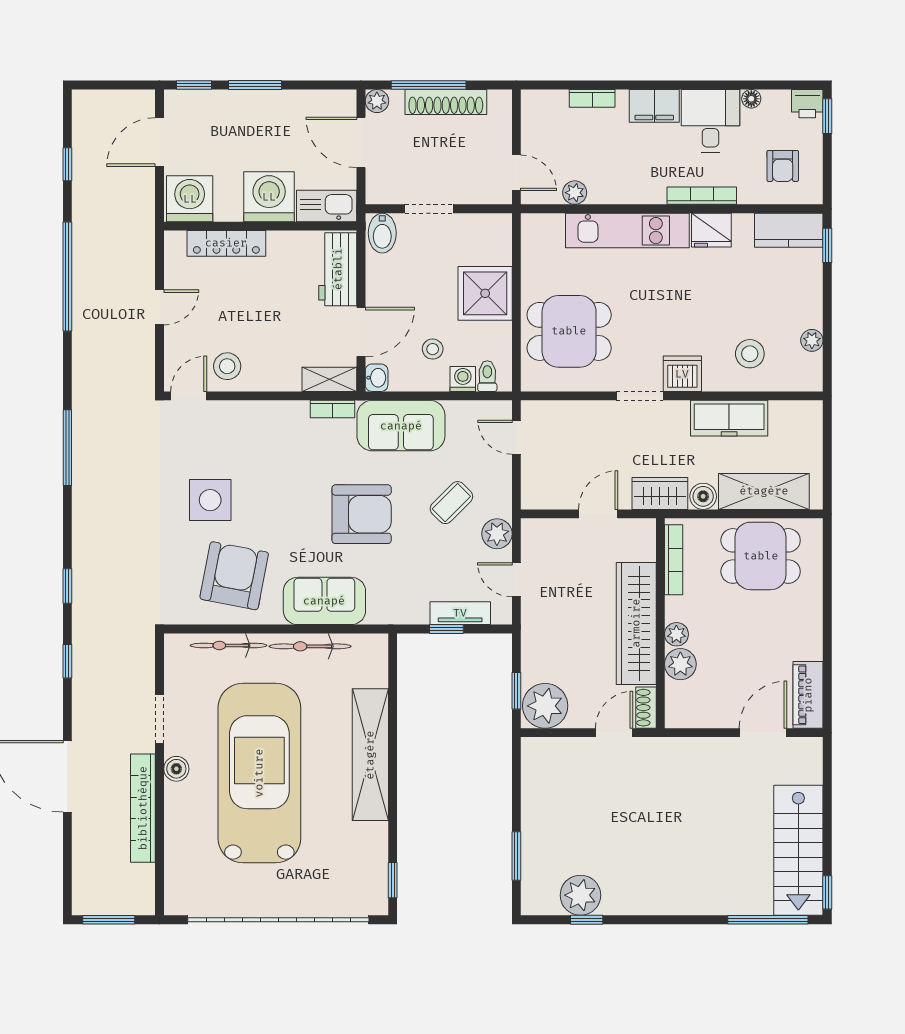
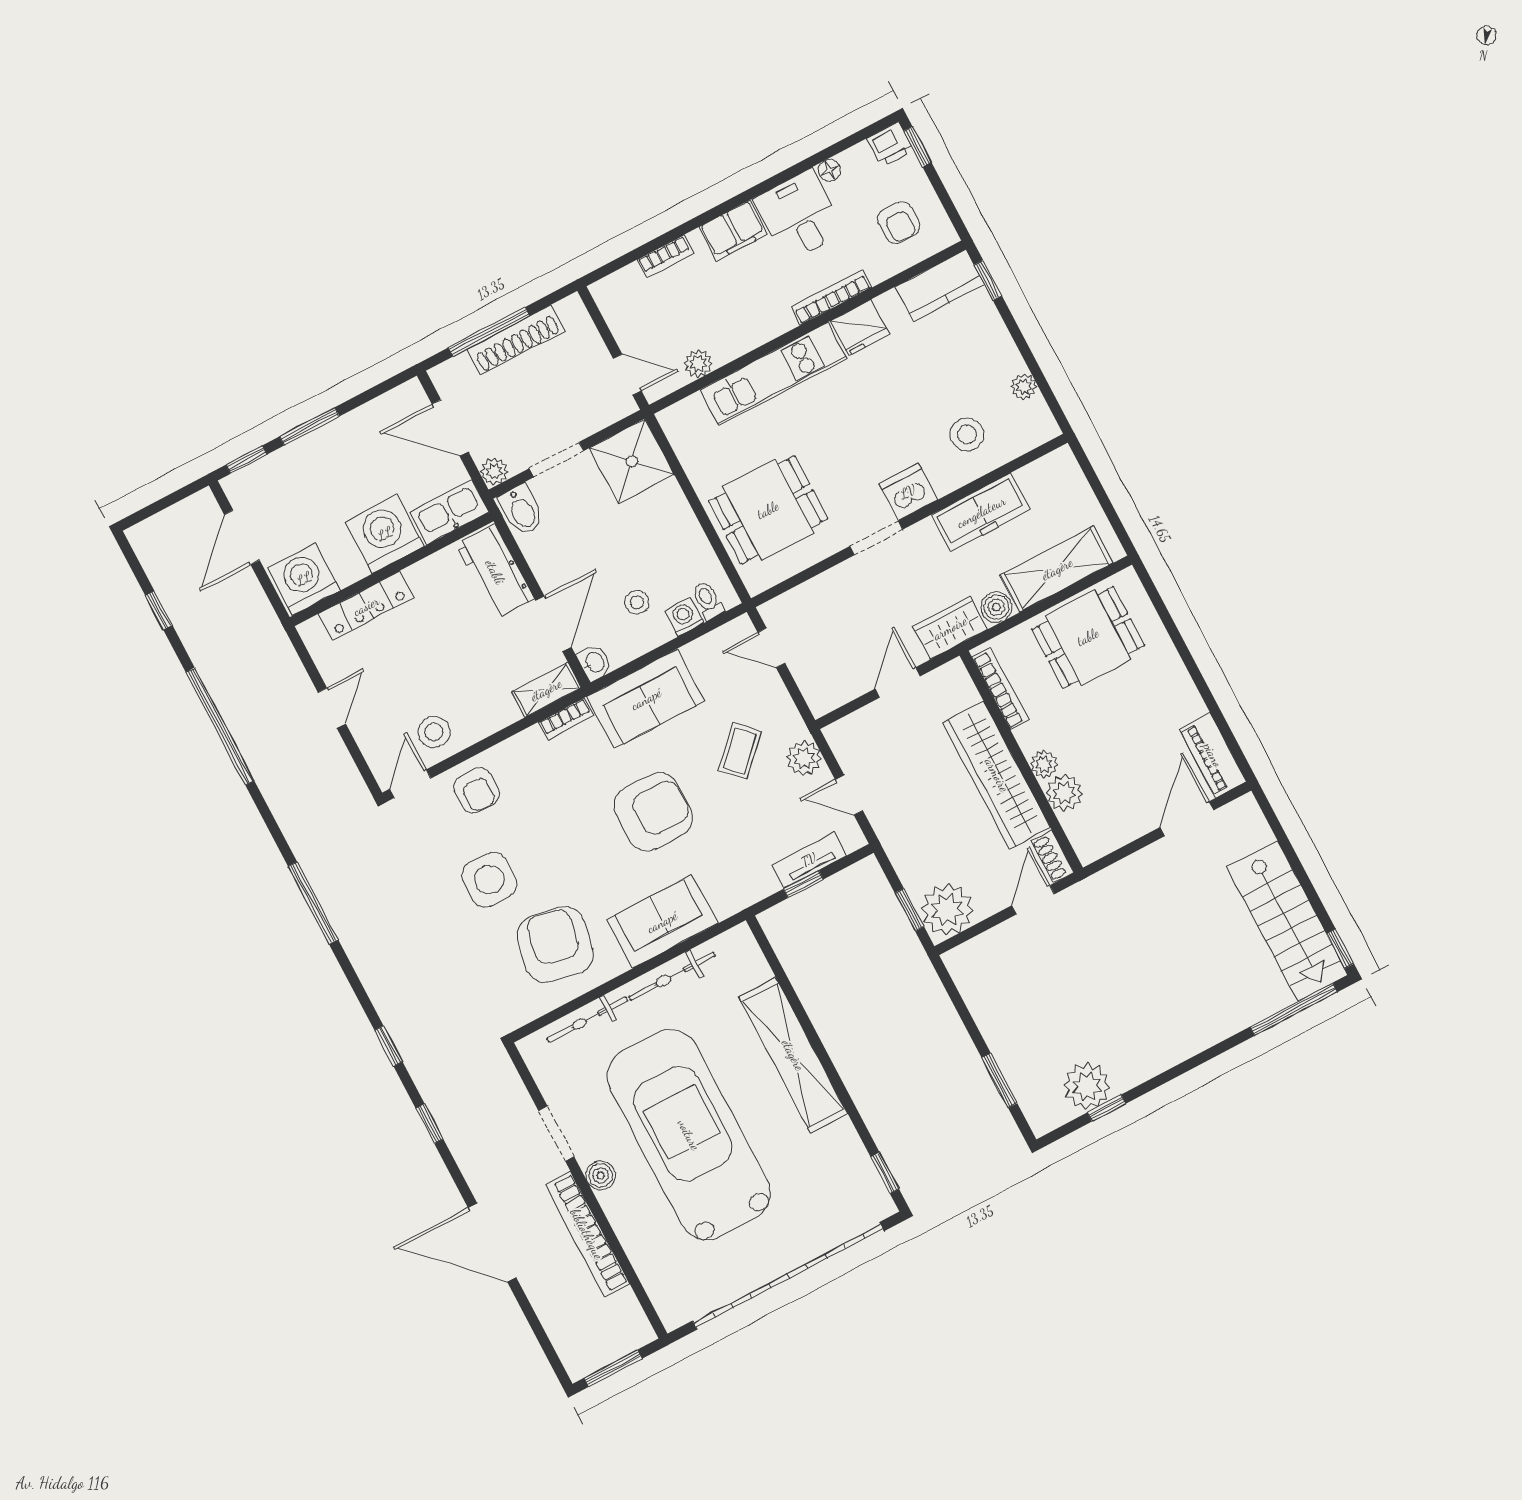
plant: (377, 101) -> (494, 471), moved
shower: (485, 293) -> (632, 461), moved
armchair: (236, 427) -> (477, 790), added

